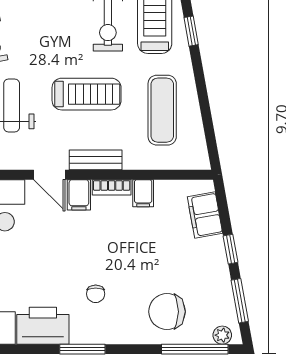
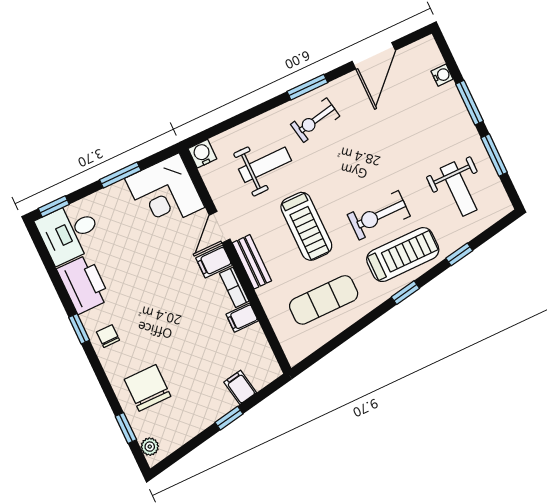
filing cabinet: (205, 215) -> (240, 387), width x0.50
chair: (96, 294) -> (108, 336), moved, turned 90
window: (240, 301) -> (187, 448), removed
window: (82, 349) -> (79, 329), width x0.67
window: (195, 349) -> (126, 428), width x0.46

